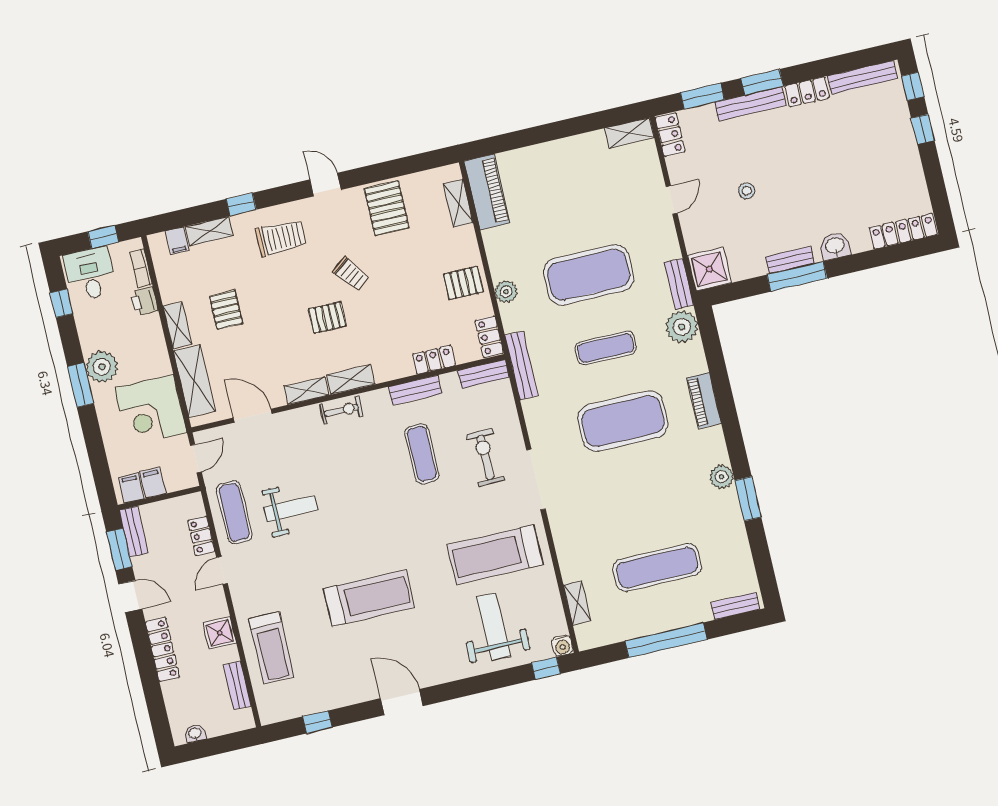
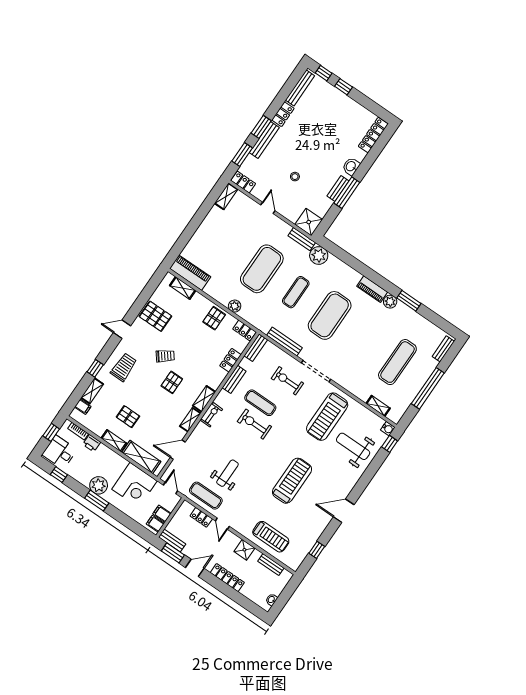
bench: (522, 366) -> (284, 341), moved
piano: (704, 401) -> (372, 289), moved
exercise bike: (388, 475) -> (254, 424), added

